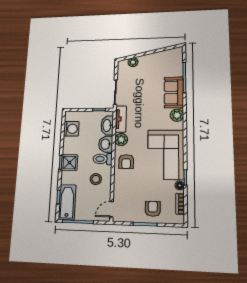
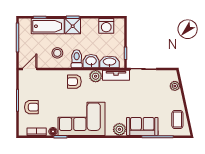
coffee table: (167, 59) -> (177, 120), added
bathtub: (67, 202) -> (48, 26), moved
door: (111, 209) -> (30, 69), hinge flipped

